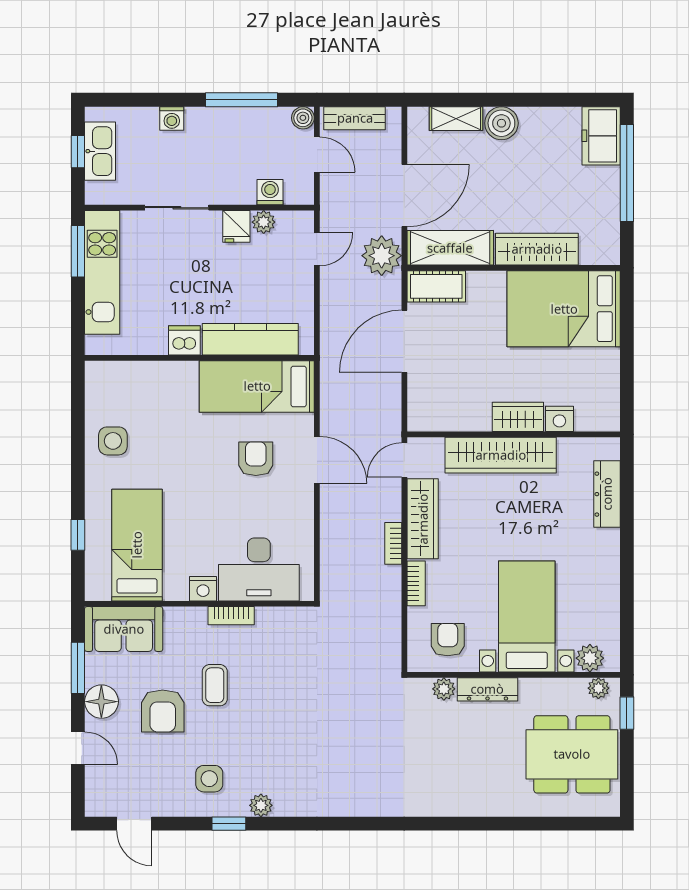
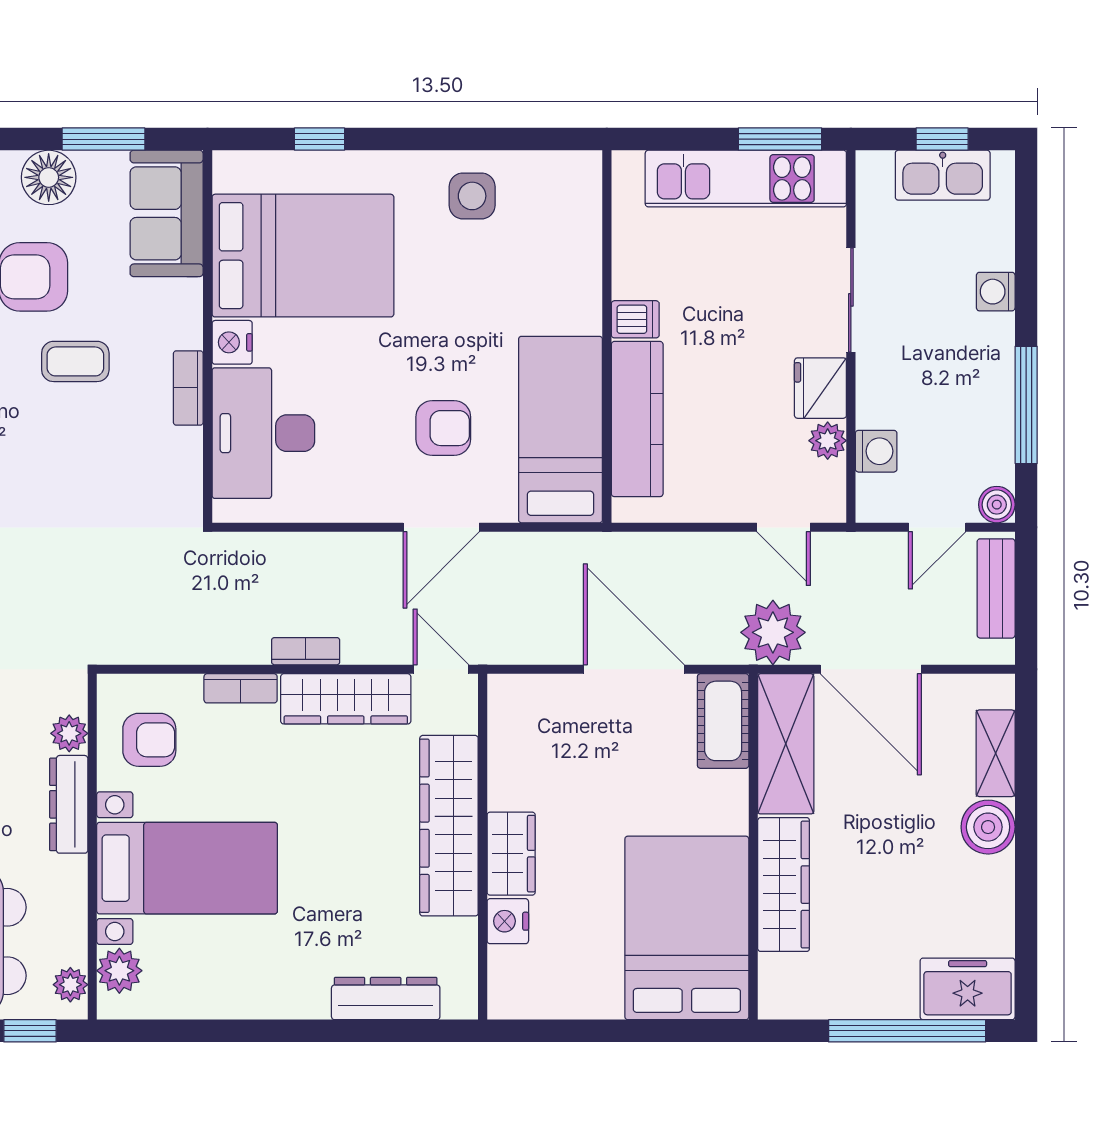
fridge: (236, 226) -> (820, 388), width x1.38
dishwasher: (184, 340) -> (635, 319), width x0.73
bed: (137, 545) -> (303, 256), width x1.50

